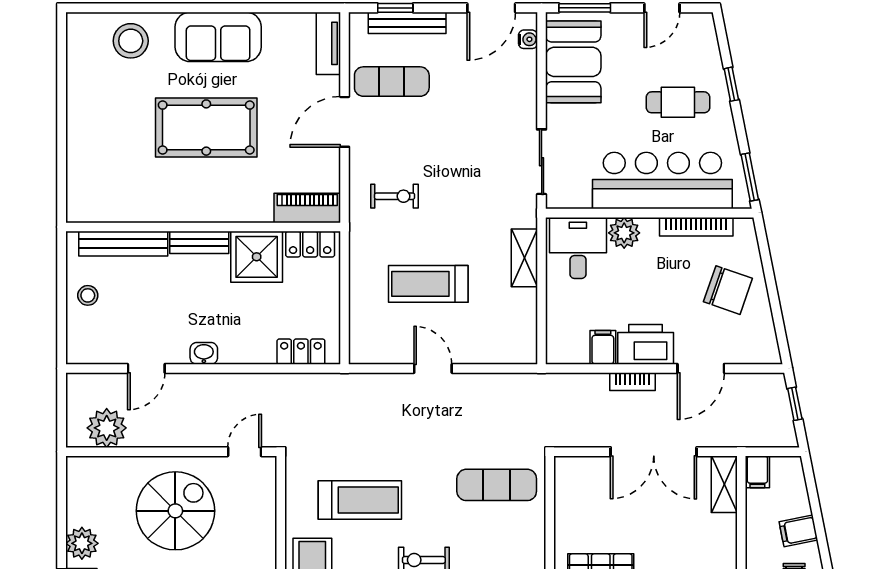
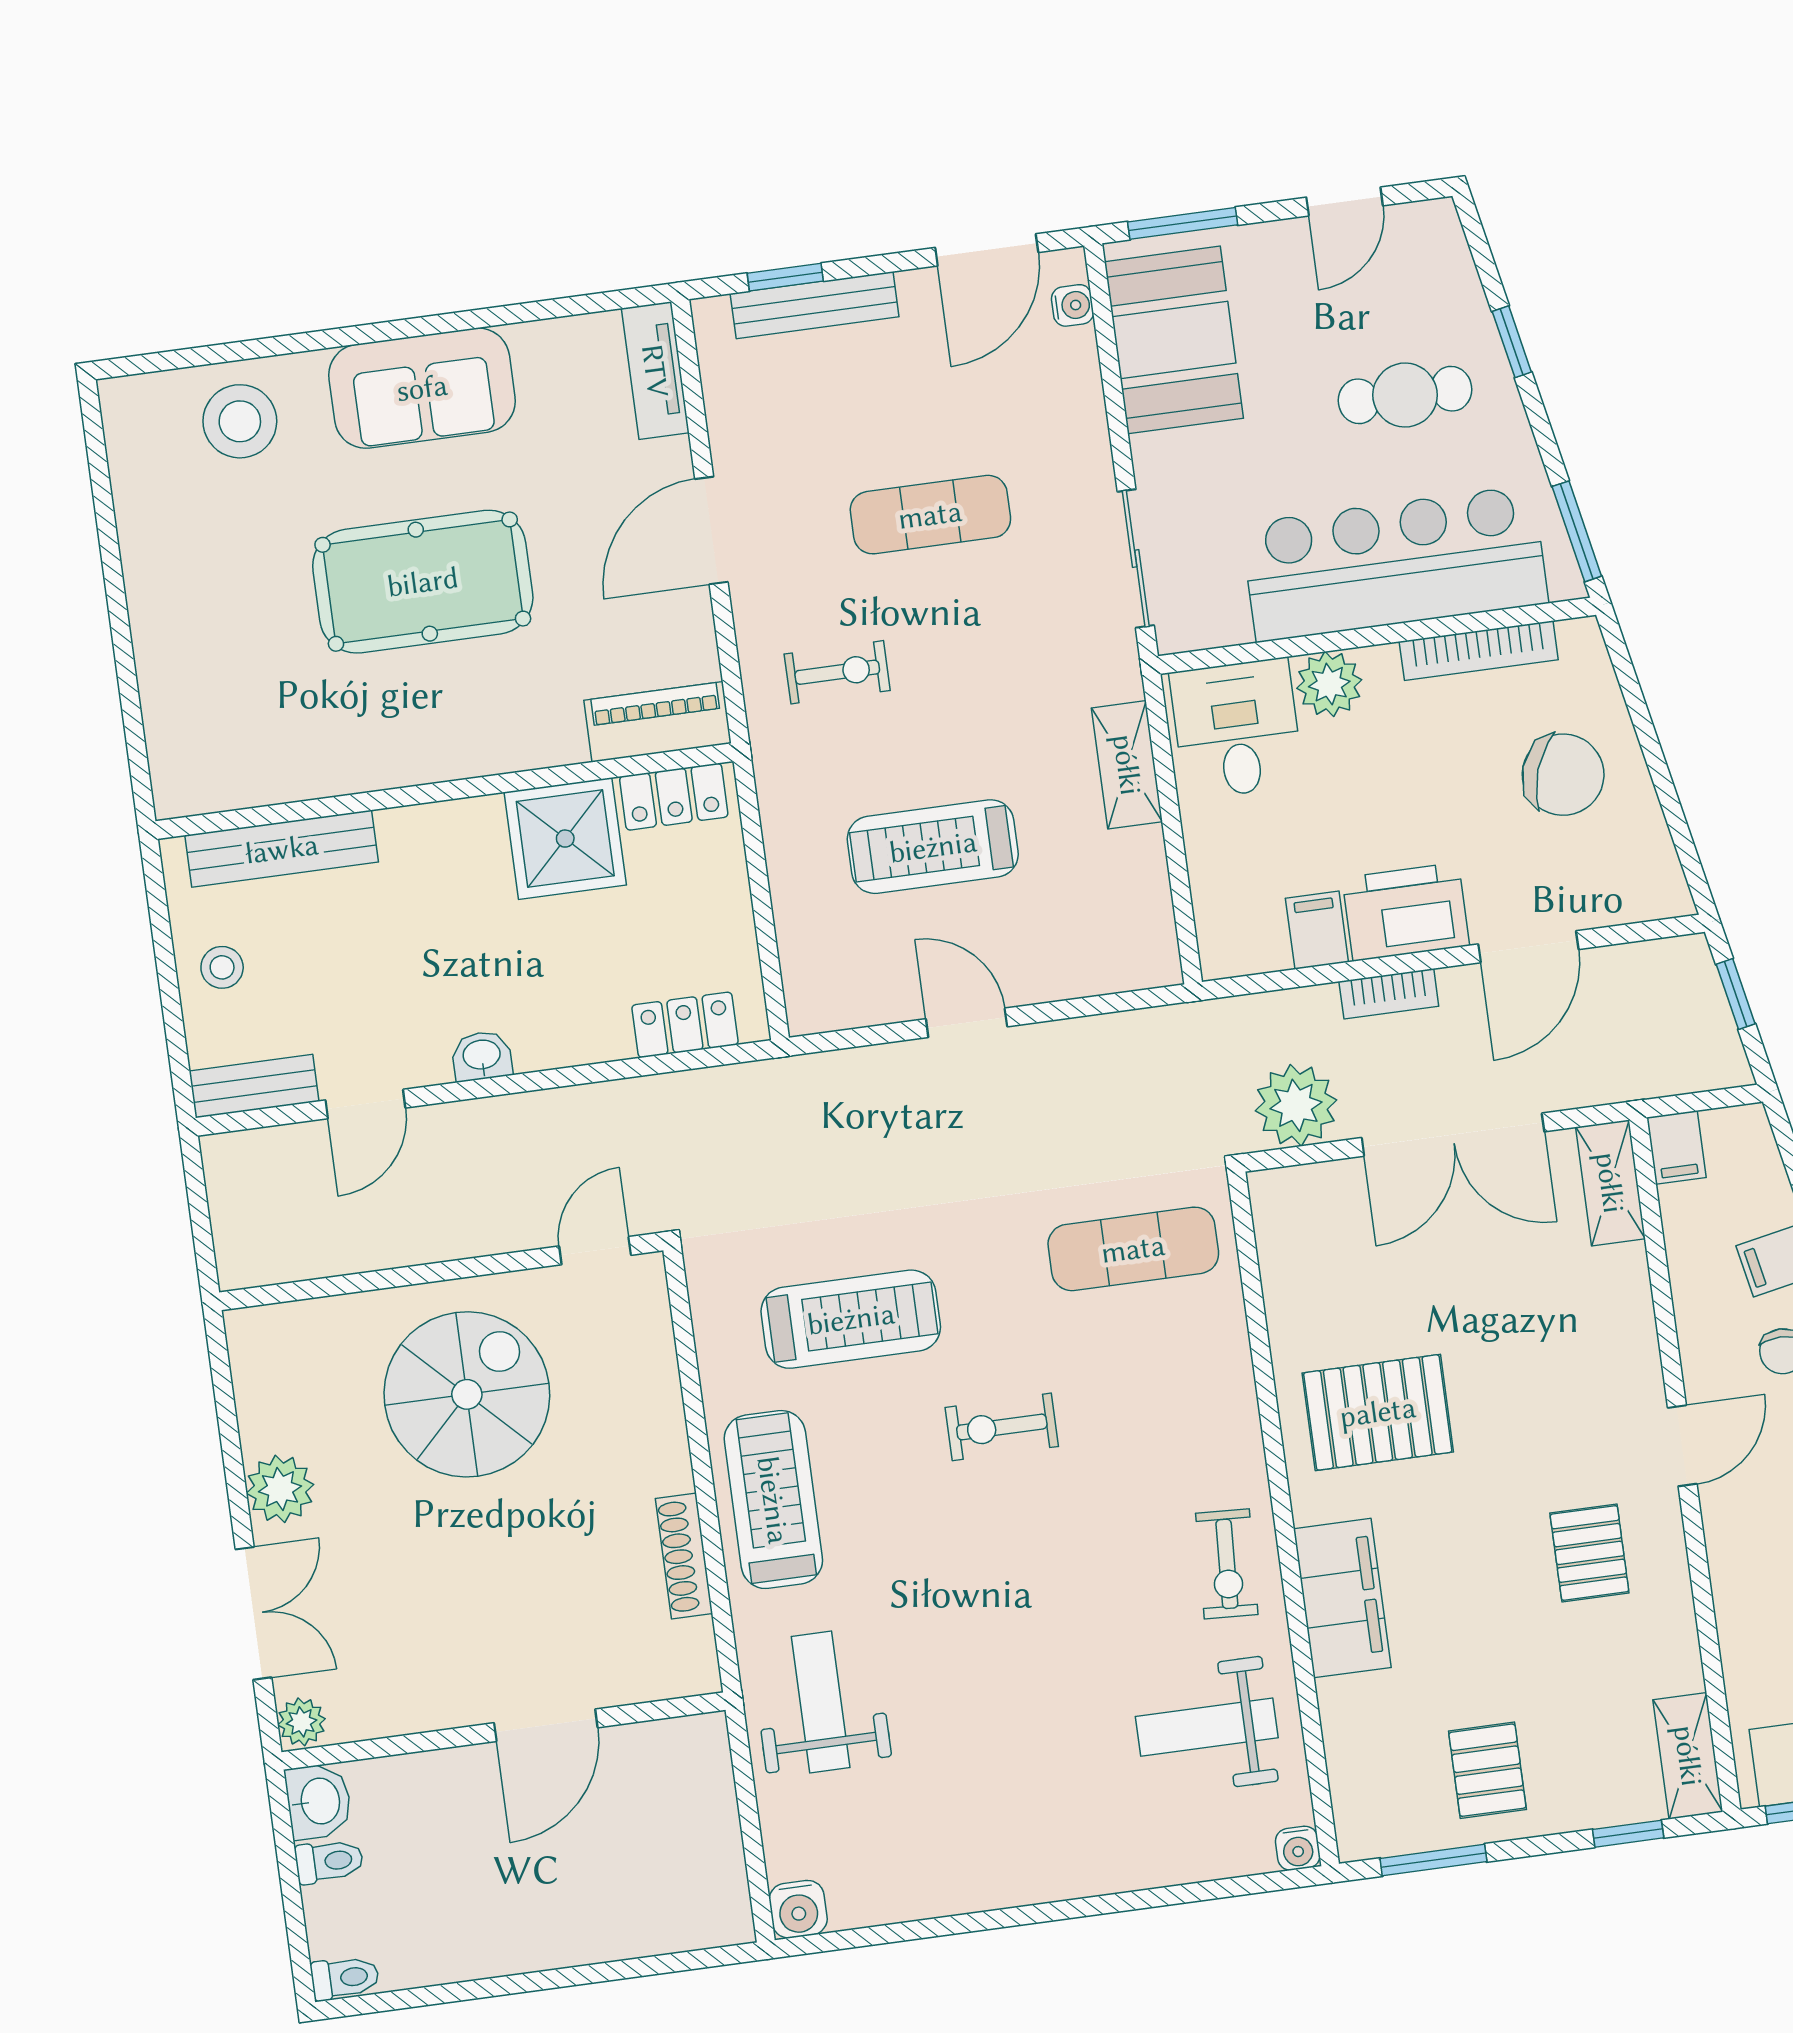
exercise mat: (392, 82) -> (930, 515), moved
bench: (199, 242) -> (254, 1086), moved
plant: (107, 428) -> (1296, 1105), moved

